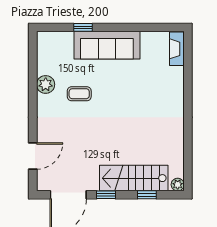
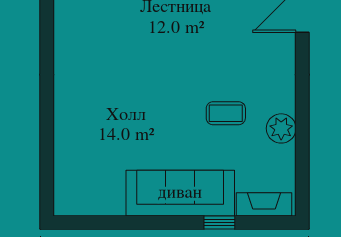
fireplace: (177, 49) -> (264, 204), moved, turned -90

